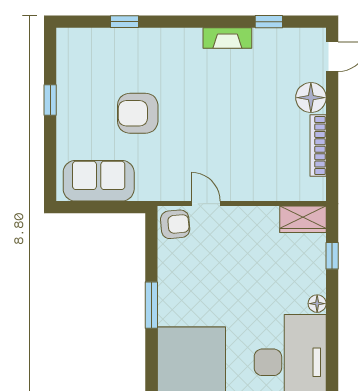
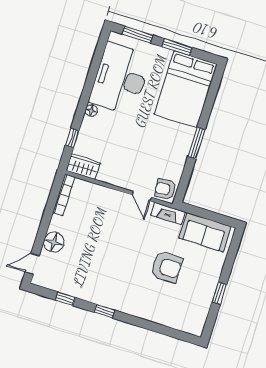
window: (124, 22) -> (105, 311), moved
fireplace: (227, 38) -> (168, 213), moved, turned 180
bookcase: (318, 146) -> (64, 195), moved

